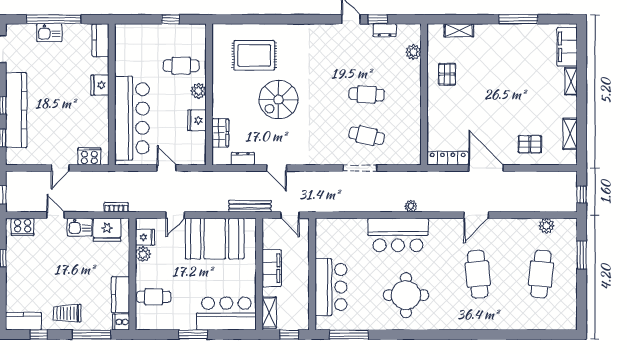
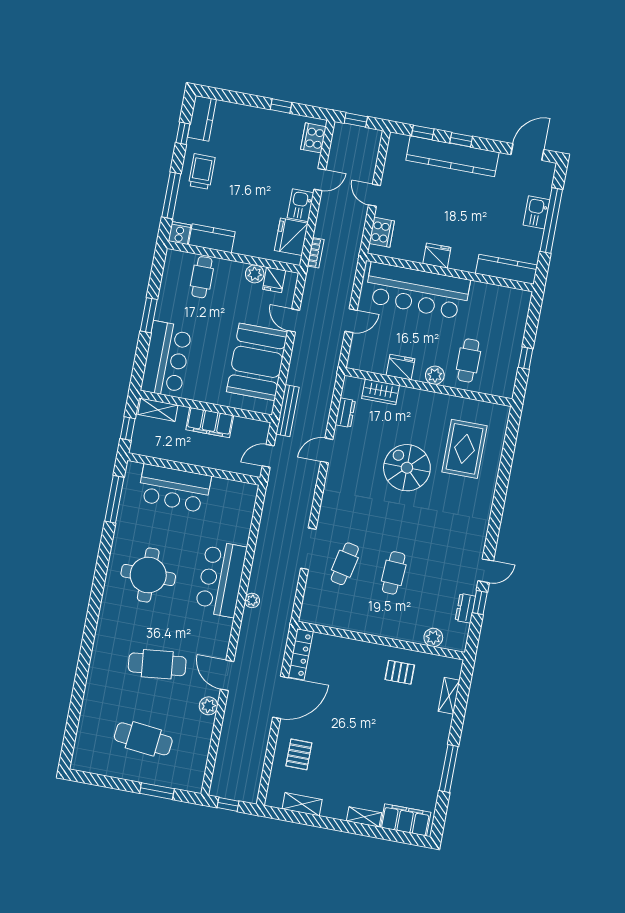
kitchen counter: (101, 40) -> (506, 269), width x1.50
fridge: (100, 85) -> (437, 256), moved
plant: (546, 226) -> (208, 706), moved

